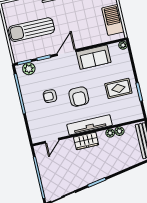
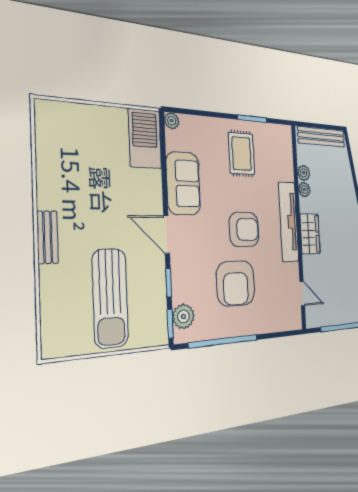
barbecue: (113, 20) -> (145, 139), moved, turned 90
armchair: (50, 96) -> (236, 283), width x1.88, depth x1.88

